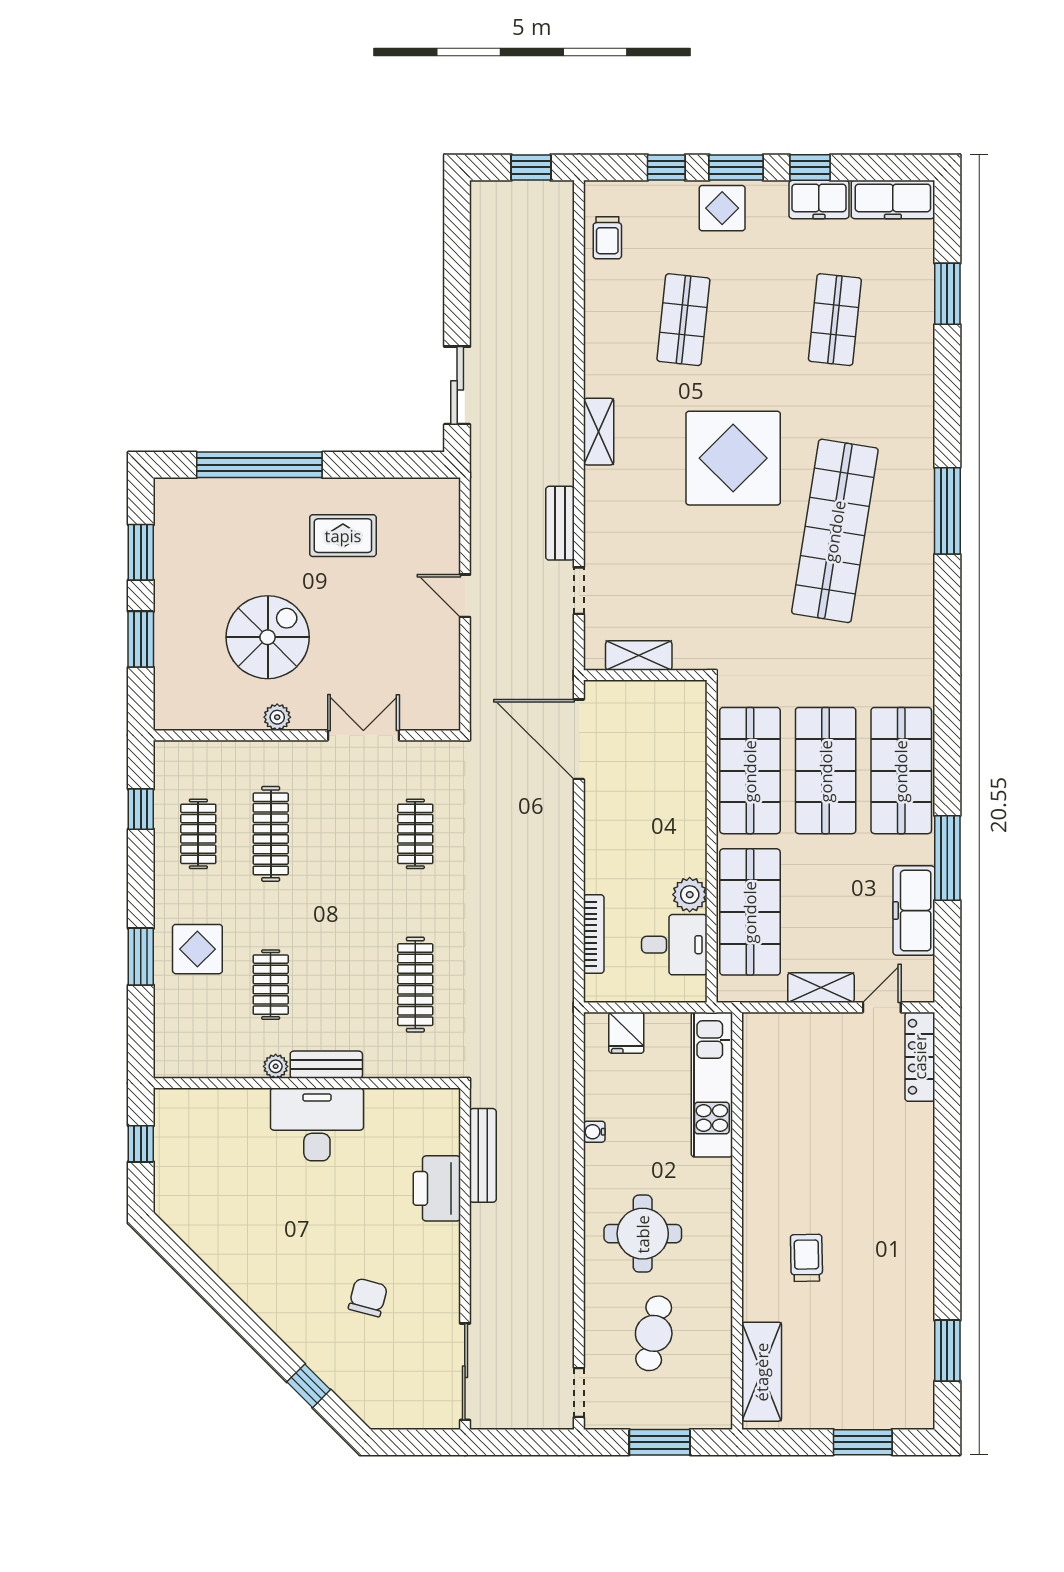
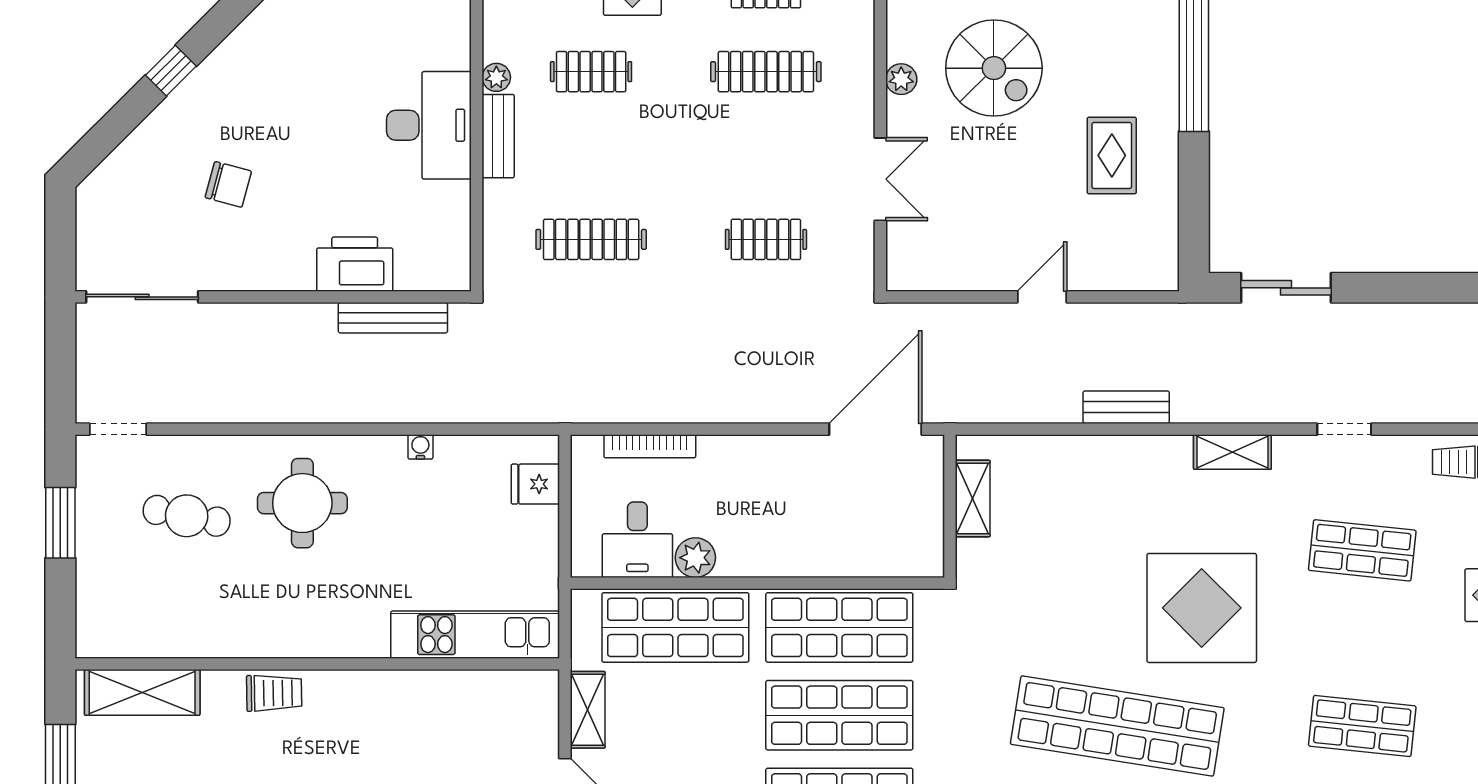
doorway: (579, 591) -> (1344, 429), moved
kitchen unit: (712, 1085) -> (475, 635), moved
wall: (737, 1221) -> (317, 664), moved
shelving: (762, 1372) -> (142, 692), moved
window: (309, 1386) -> (171, 71), moved

